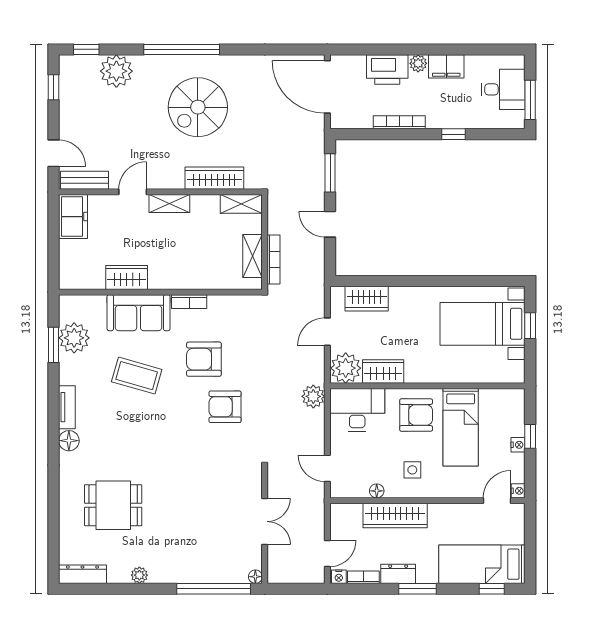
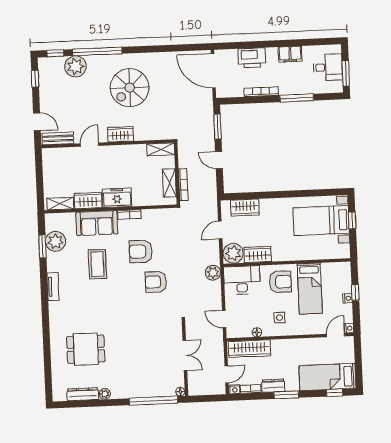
window: (182, 49) -> (97, 51), moved
plant: (418, 63) -> (272, 53), removed
window: (454, 134) -> (297, 98), width x2.17
wardrobe: (214, 178) -> (121, 134), moved, width x0.67
shelving: (169, 204) -> (60, 204), moved
freezer: (73, 217) -> (117, 198), moved, turned -90
coffee table: (137, 376) -> (97, 264), turned 74
floor lamp: (69, 441) -> (55, 308), removed
wardrobe: (395, 515) -> (249, 349), moved
dresser: (82, 574) -> (83, 394), moved

